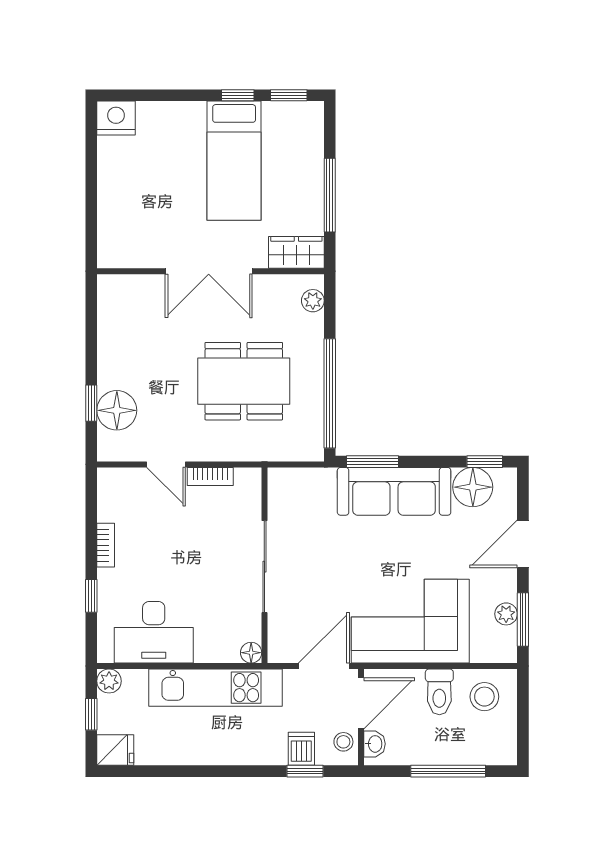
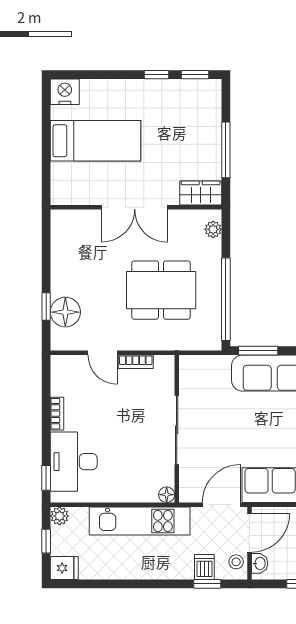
bed: (234, 161) -> (95, 141), moved, turned -90
window: (91, 596) -> (46, 478), moved
desk: (154, 632) -> (74, 462), moved, turned 90

